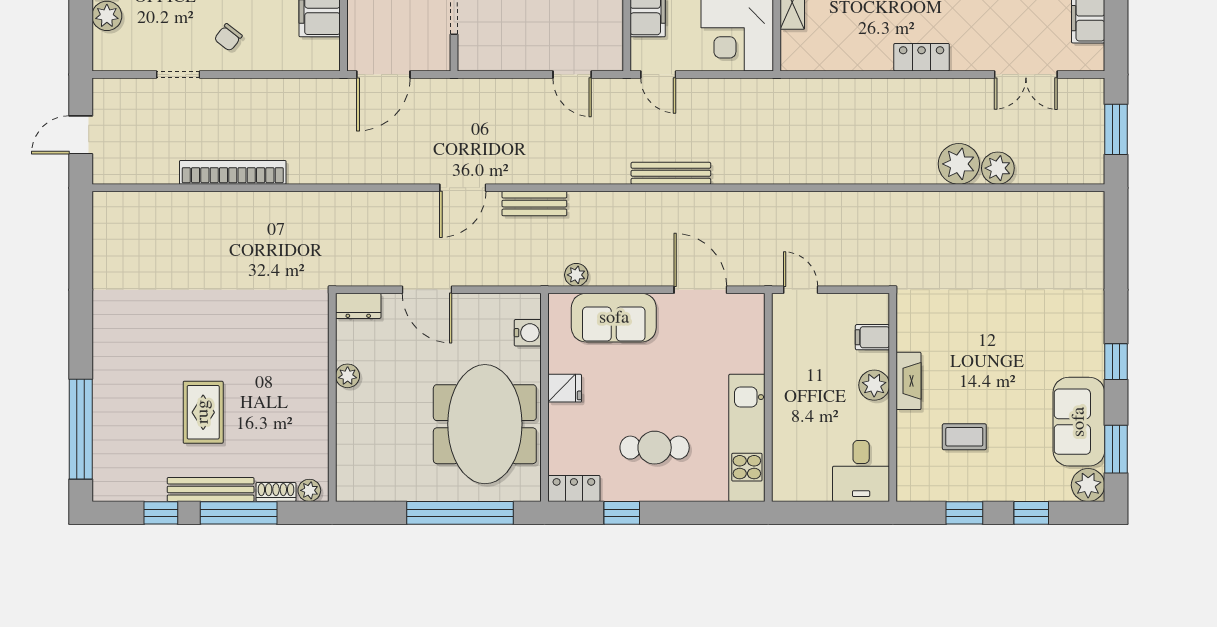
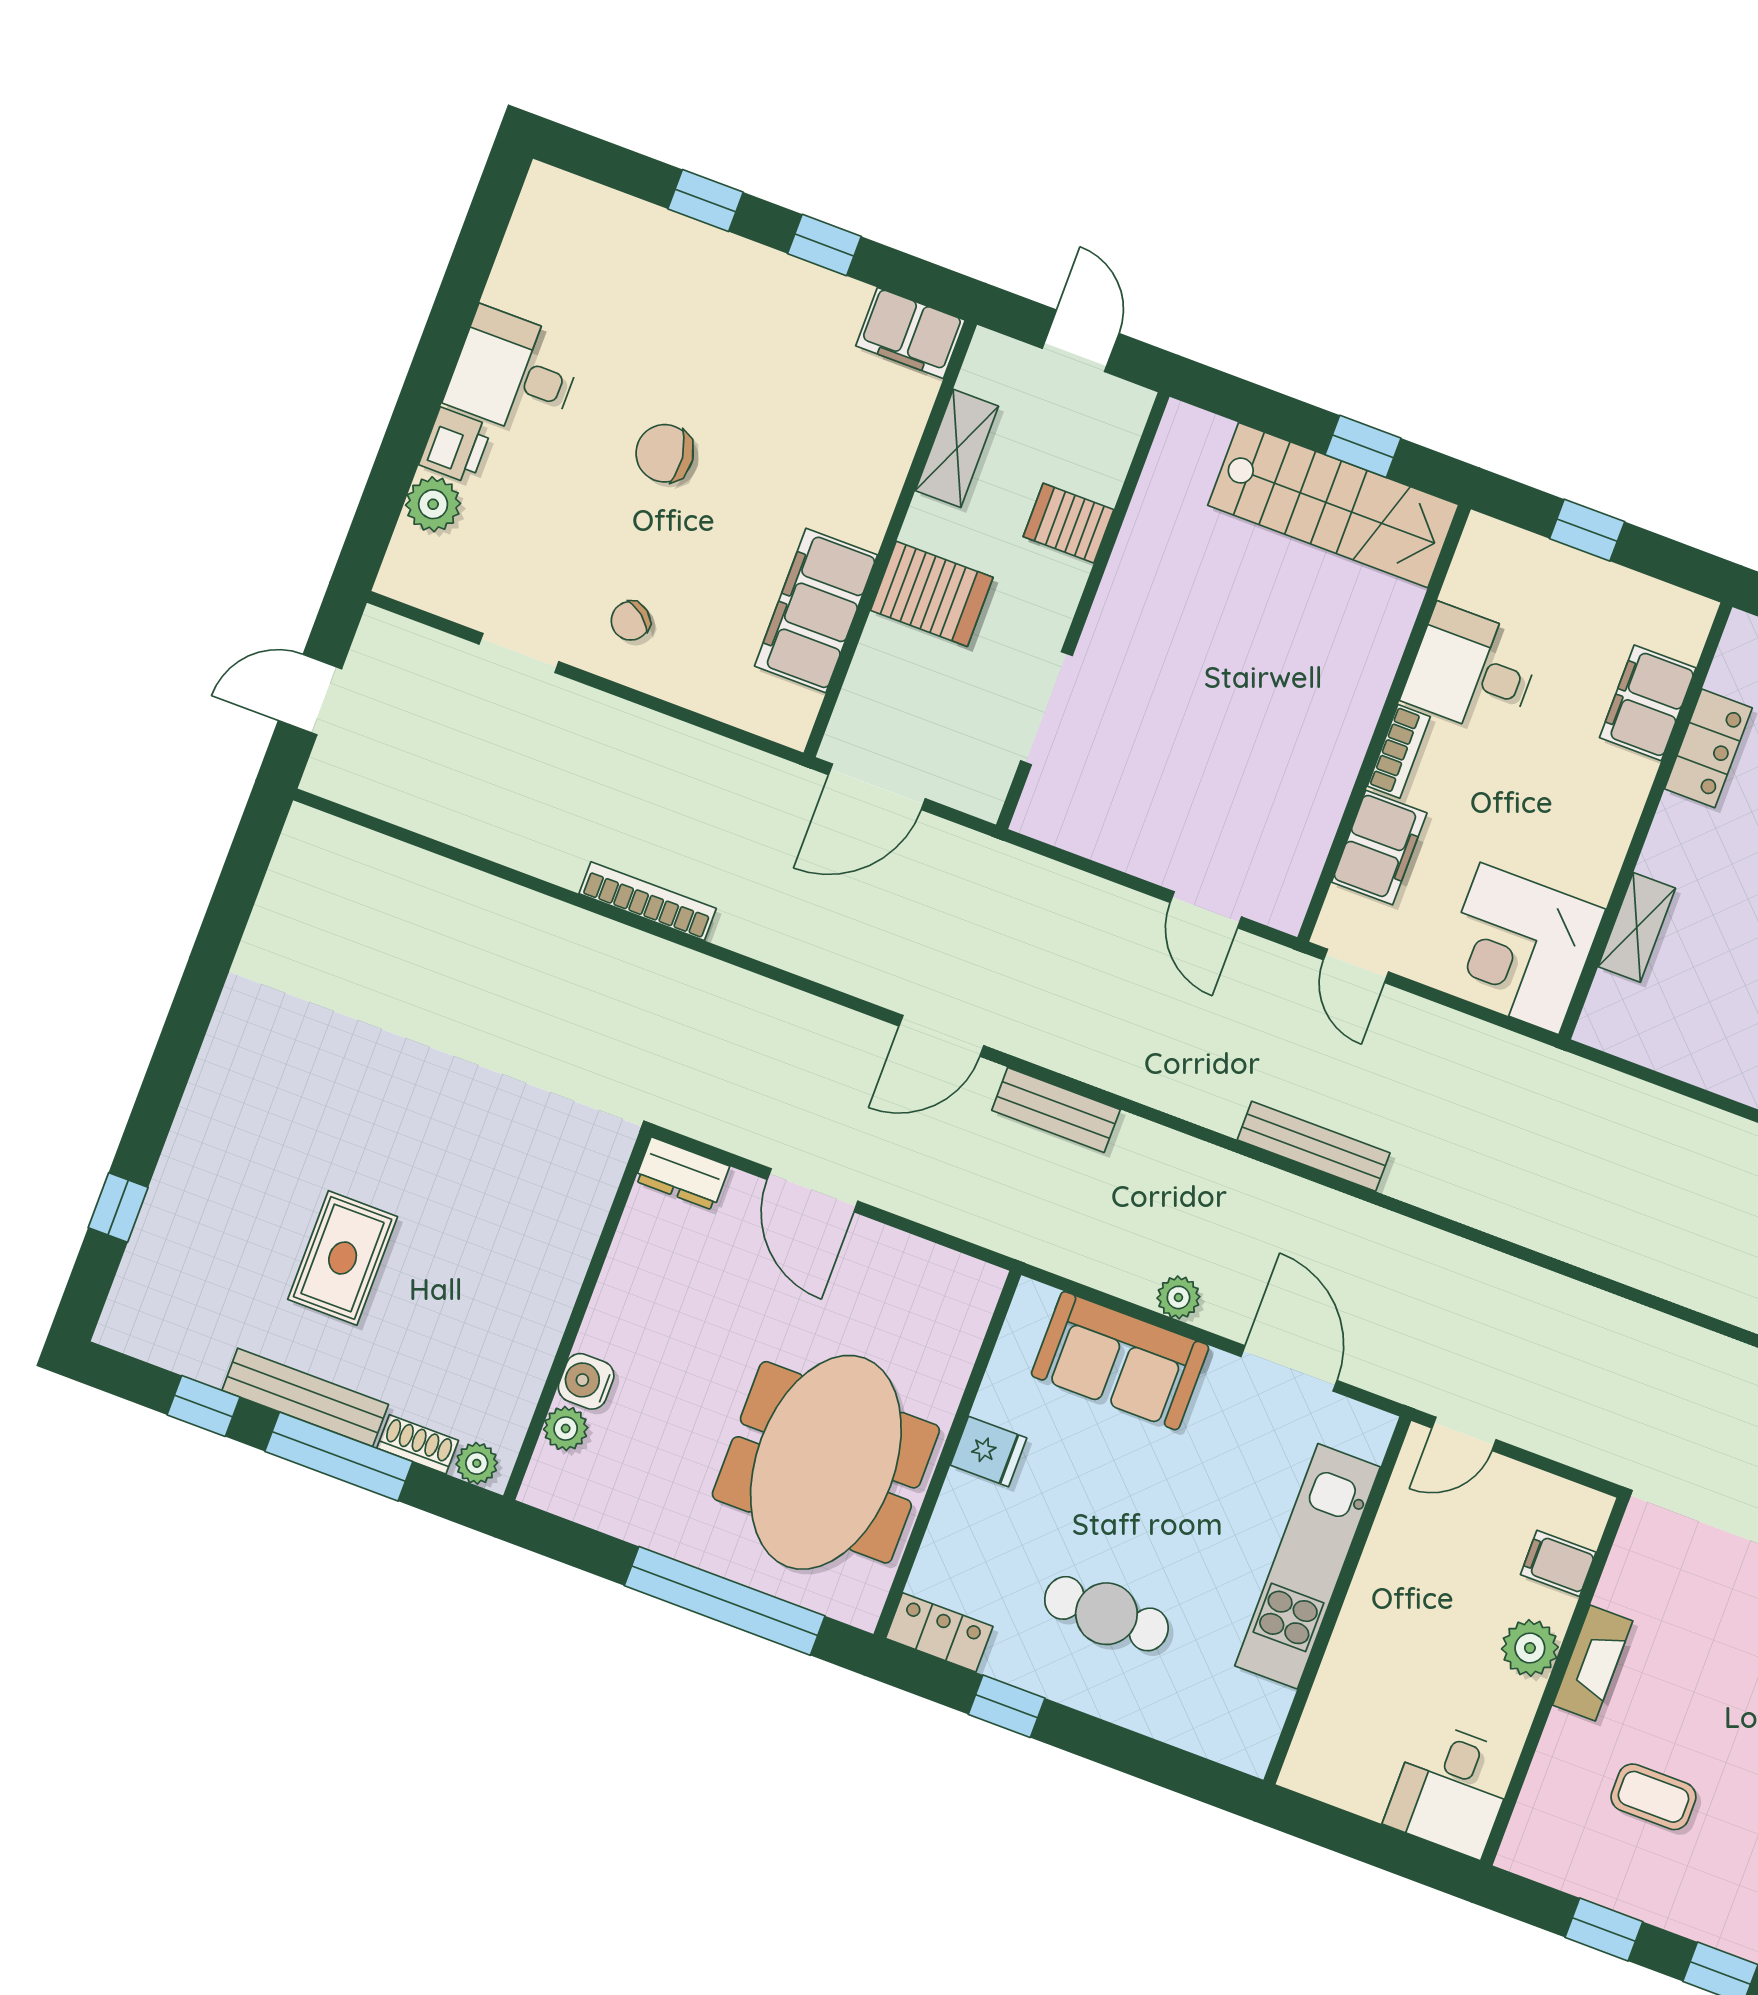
bookcase: (233, 172) -> (648, 901), moved, width x0.68, depth x0.76
plant: (576, 275) -> (1178, 1297), moved
door: (801, 290) -> (1464, 1434), swing flipped
water cooler: (528, 333) -> (586, 1381), moved, turned 180
plant: (348, 376) -> (566, 1428), moved
window: (81, 429) -> (118, 1208), width x0.32
kitchen unit: (747, 438) -> (1308, 1566), moved

